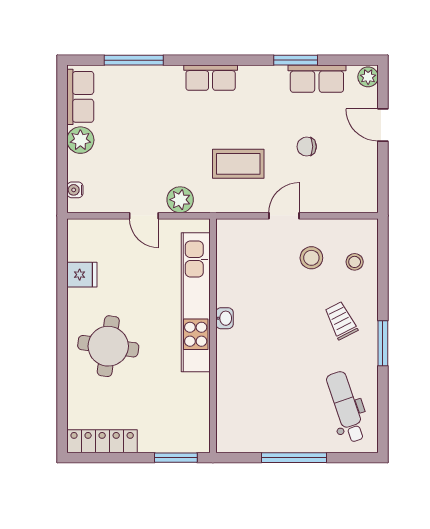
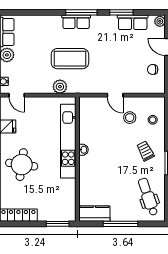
window: (134, 60) -> (81, 12), moved
chair: (307, 147) -> (153, 69), moved
coffee table: (238, 164) -> (70, 59), moved, width x1.36, depth x1.32
door: (144, 216) -> (17, 95), moved
door: (284, 216) -> (115, 95), swing flipped
kitchen counter: (245, 438) -> (94, 214), added

